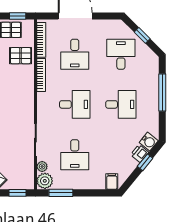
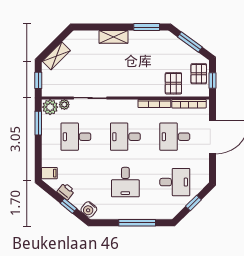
desk: (75, 104) -> (125, 137), turned 90
printer: (140, 153) -> (66, 191), moved

